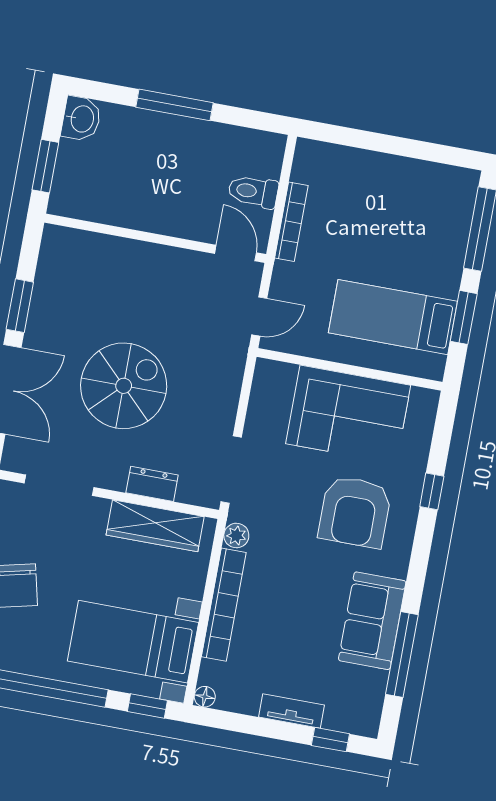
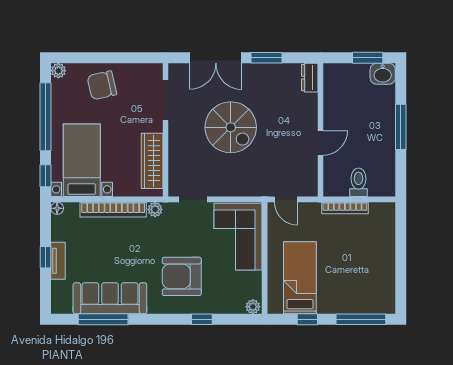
window: (45, 166) -> (368, 58), moved
door: (236, 253) -> (321, 143), moved
window: (464, 317) -> (307, 319), width x0.67
plant: (426, 404) -> (253, 307), added
corner sofa: (348, 414) -> (238, 237), moved
doorway: (231, 470) -> (193, 199), width x0.73
dresser: (152, 484) -> (310, 78), moved, turned 180
sofa: (372, 621) -> (110, 298), width x1.36
window: (330, 740) -> (46, 257), moved

